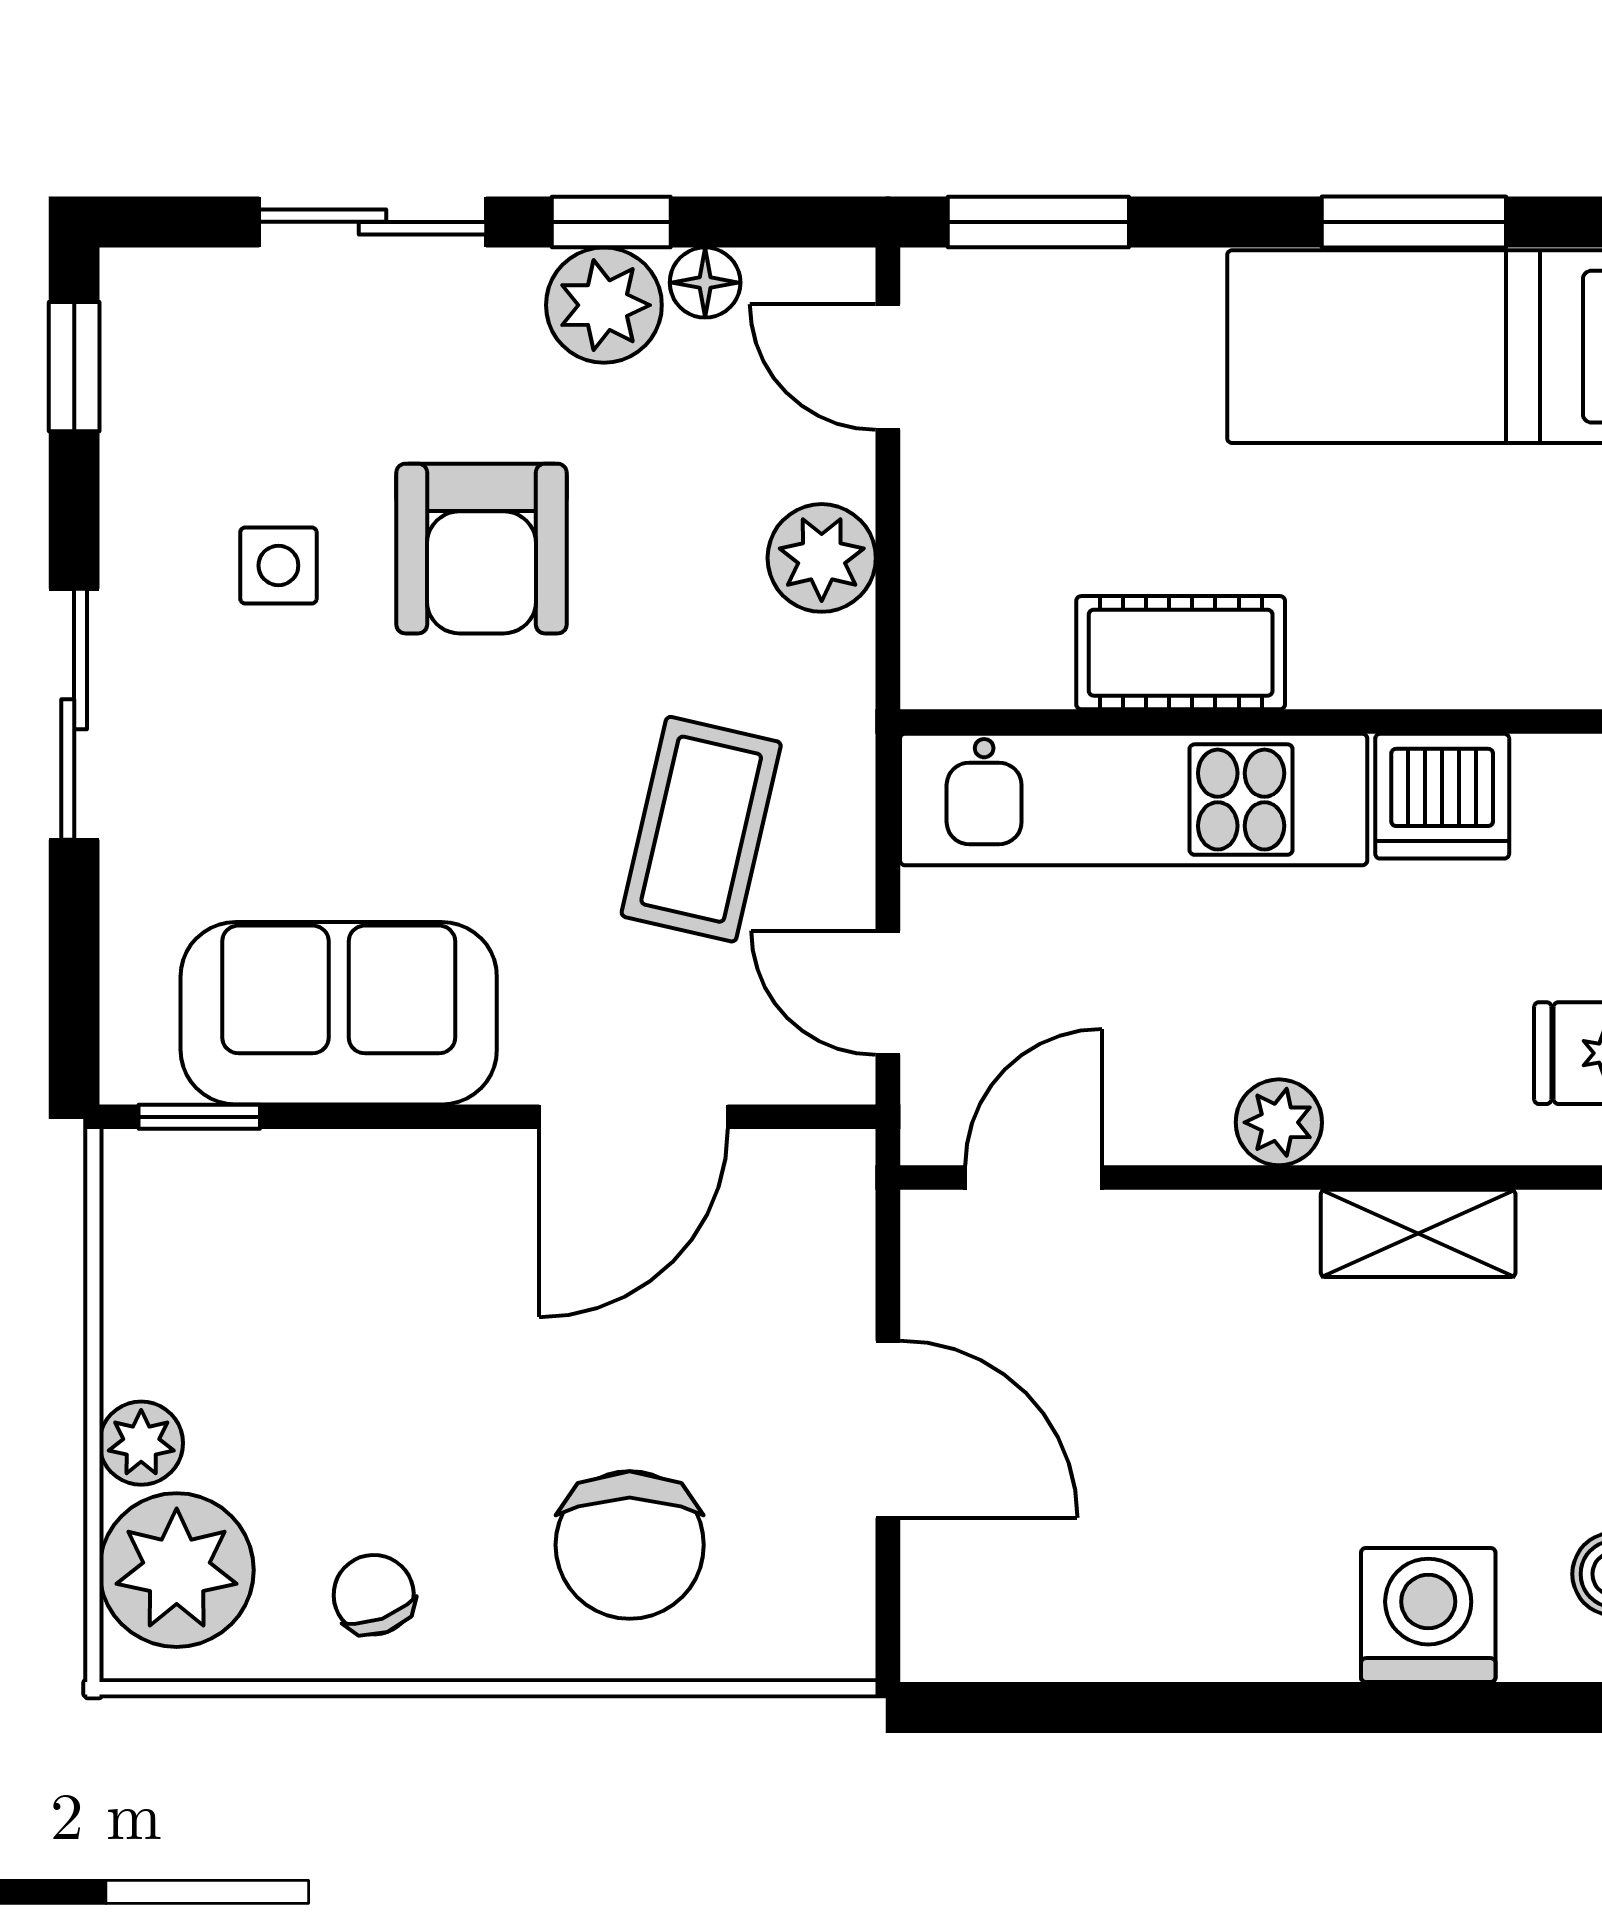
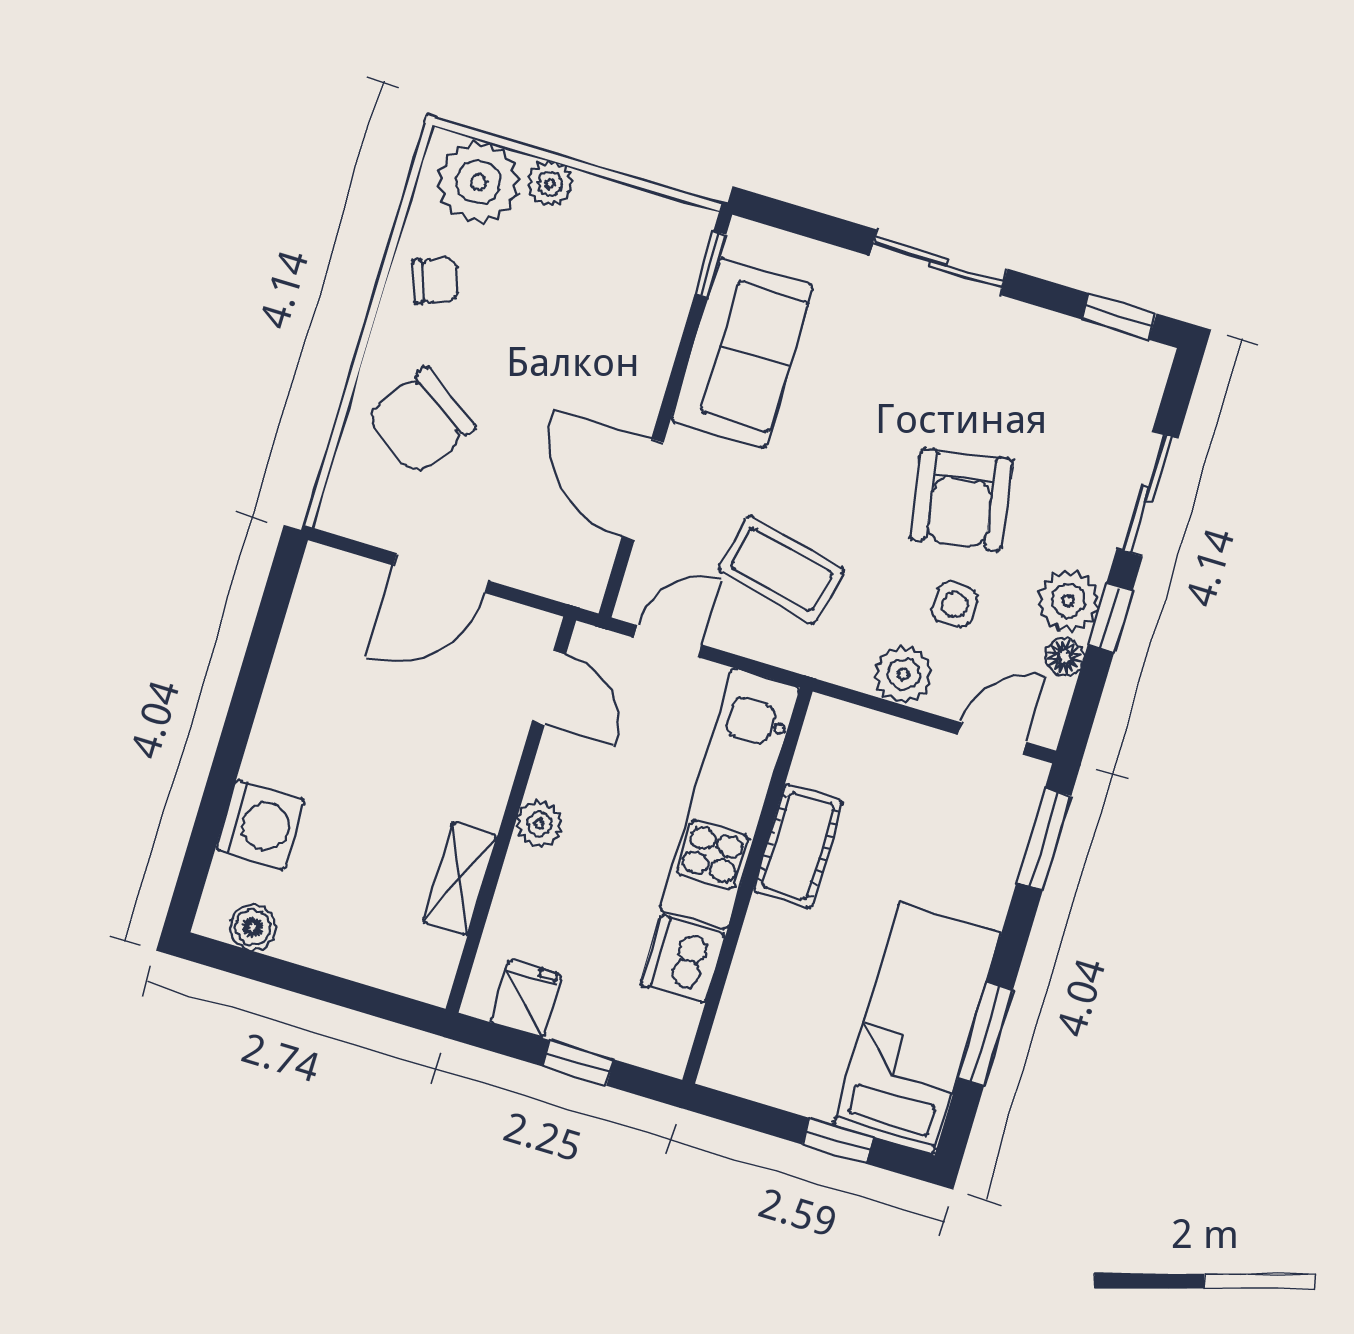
armchair: (481, 549) -> (961, 499), turned -99
side table: (278, 565) -> (955, 605), moved
chair: (630, 1545) -> (421, 421), turned -56

